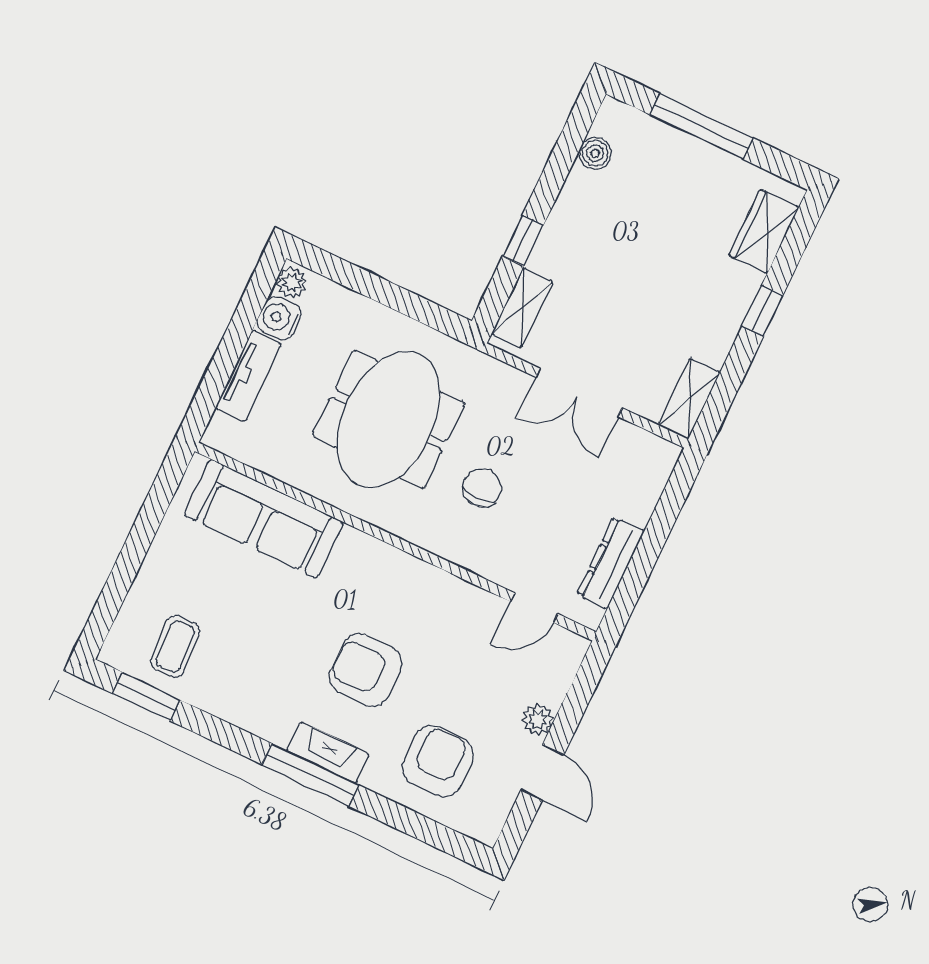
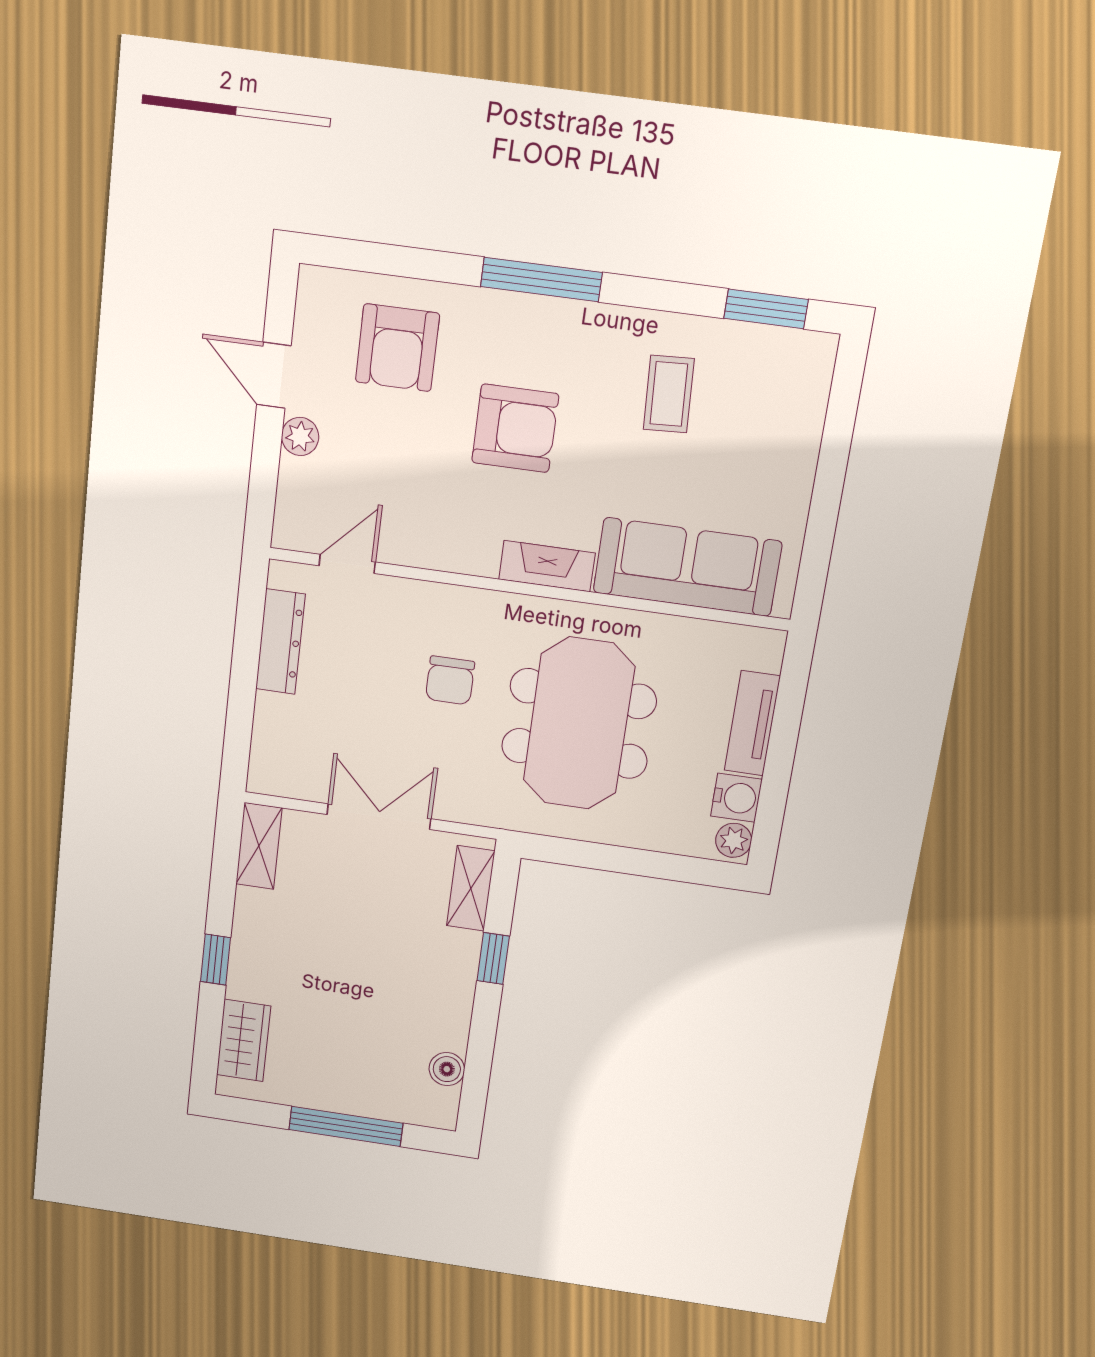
coffee table: (175, 646) -> (669, 394), moved
fireplace: (328, 752) -> (547, 566), moved, turned 180

